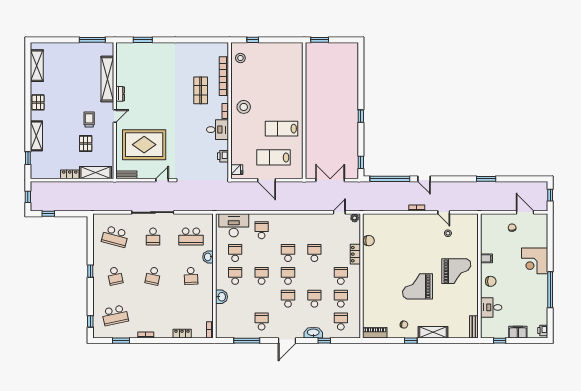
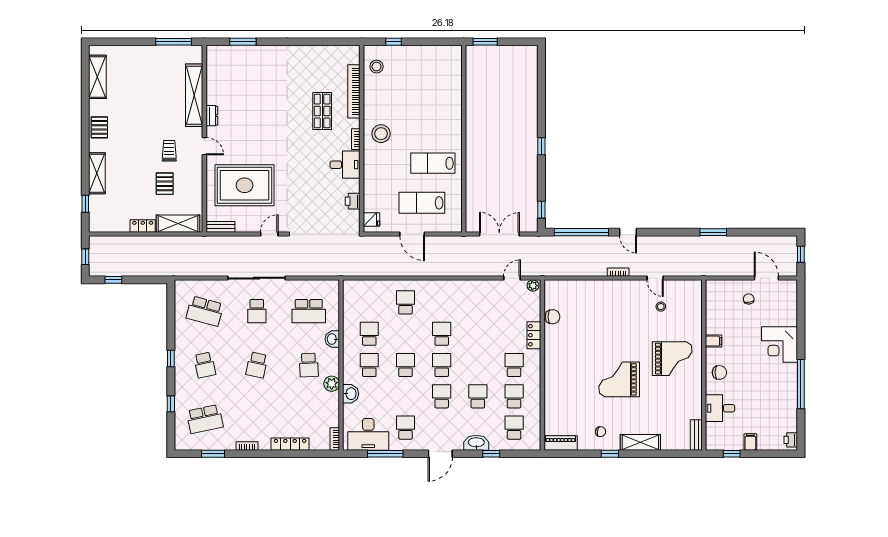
door: (115, 116) -> (204, 146), hinge flipped
desk: (234, 225) -> (368, 434), moved, turned 180
school desk: (314, 253) -> (478, 334), removed
plant: (208, 289) -> (332, 384), added
window: (90, 321) -> (171, 404), moved
filing cabinet: (518, 332) -> (750, 442), width x0.50
locker: (182, 334) -> (290, 444), width x1.53

